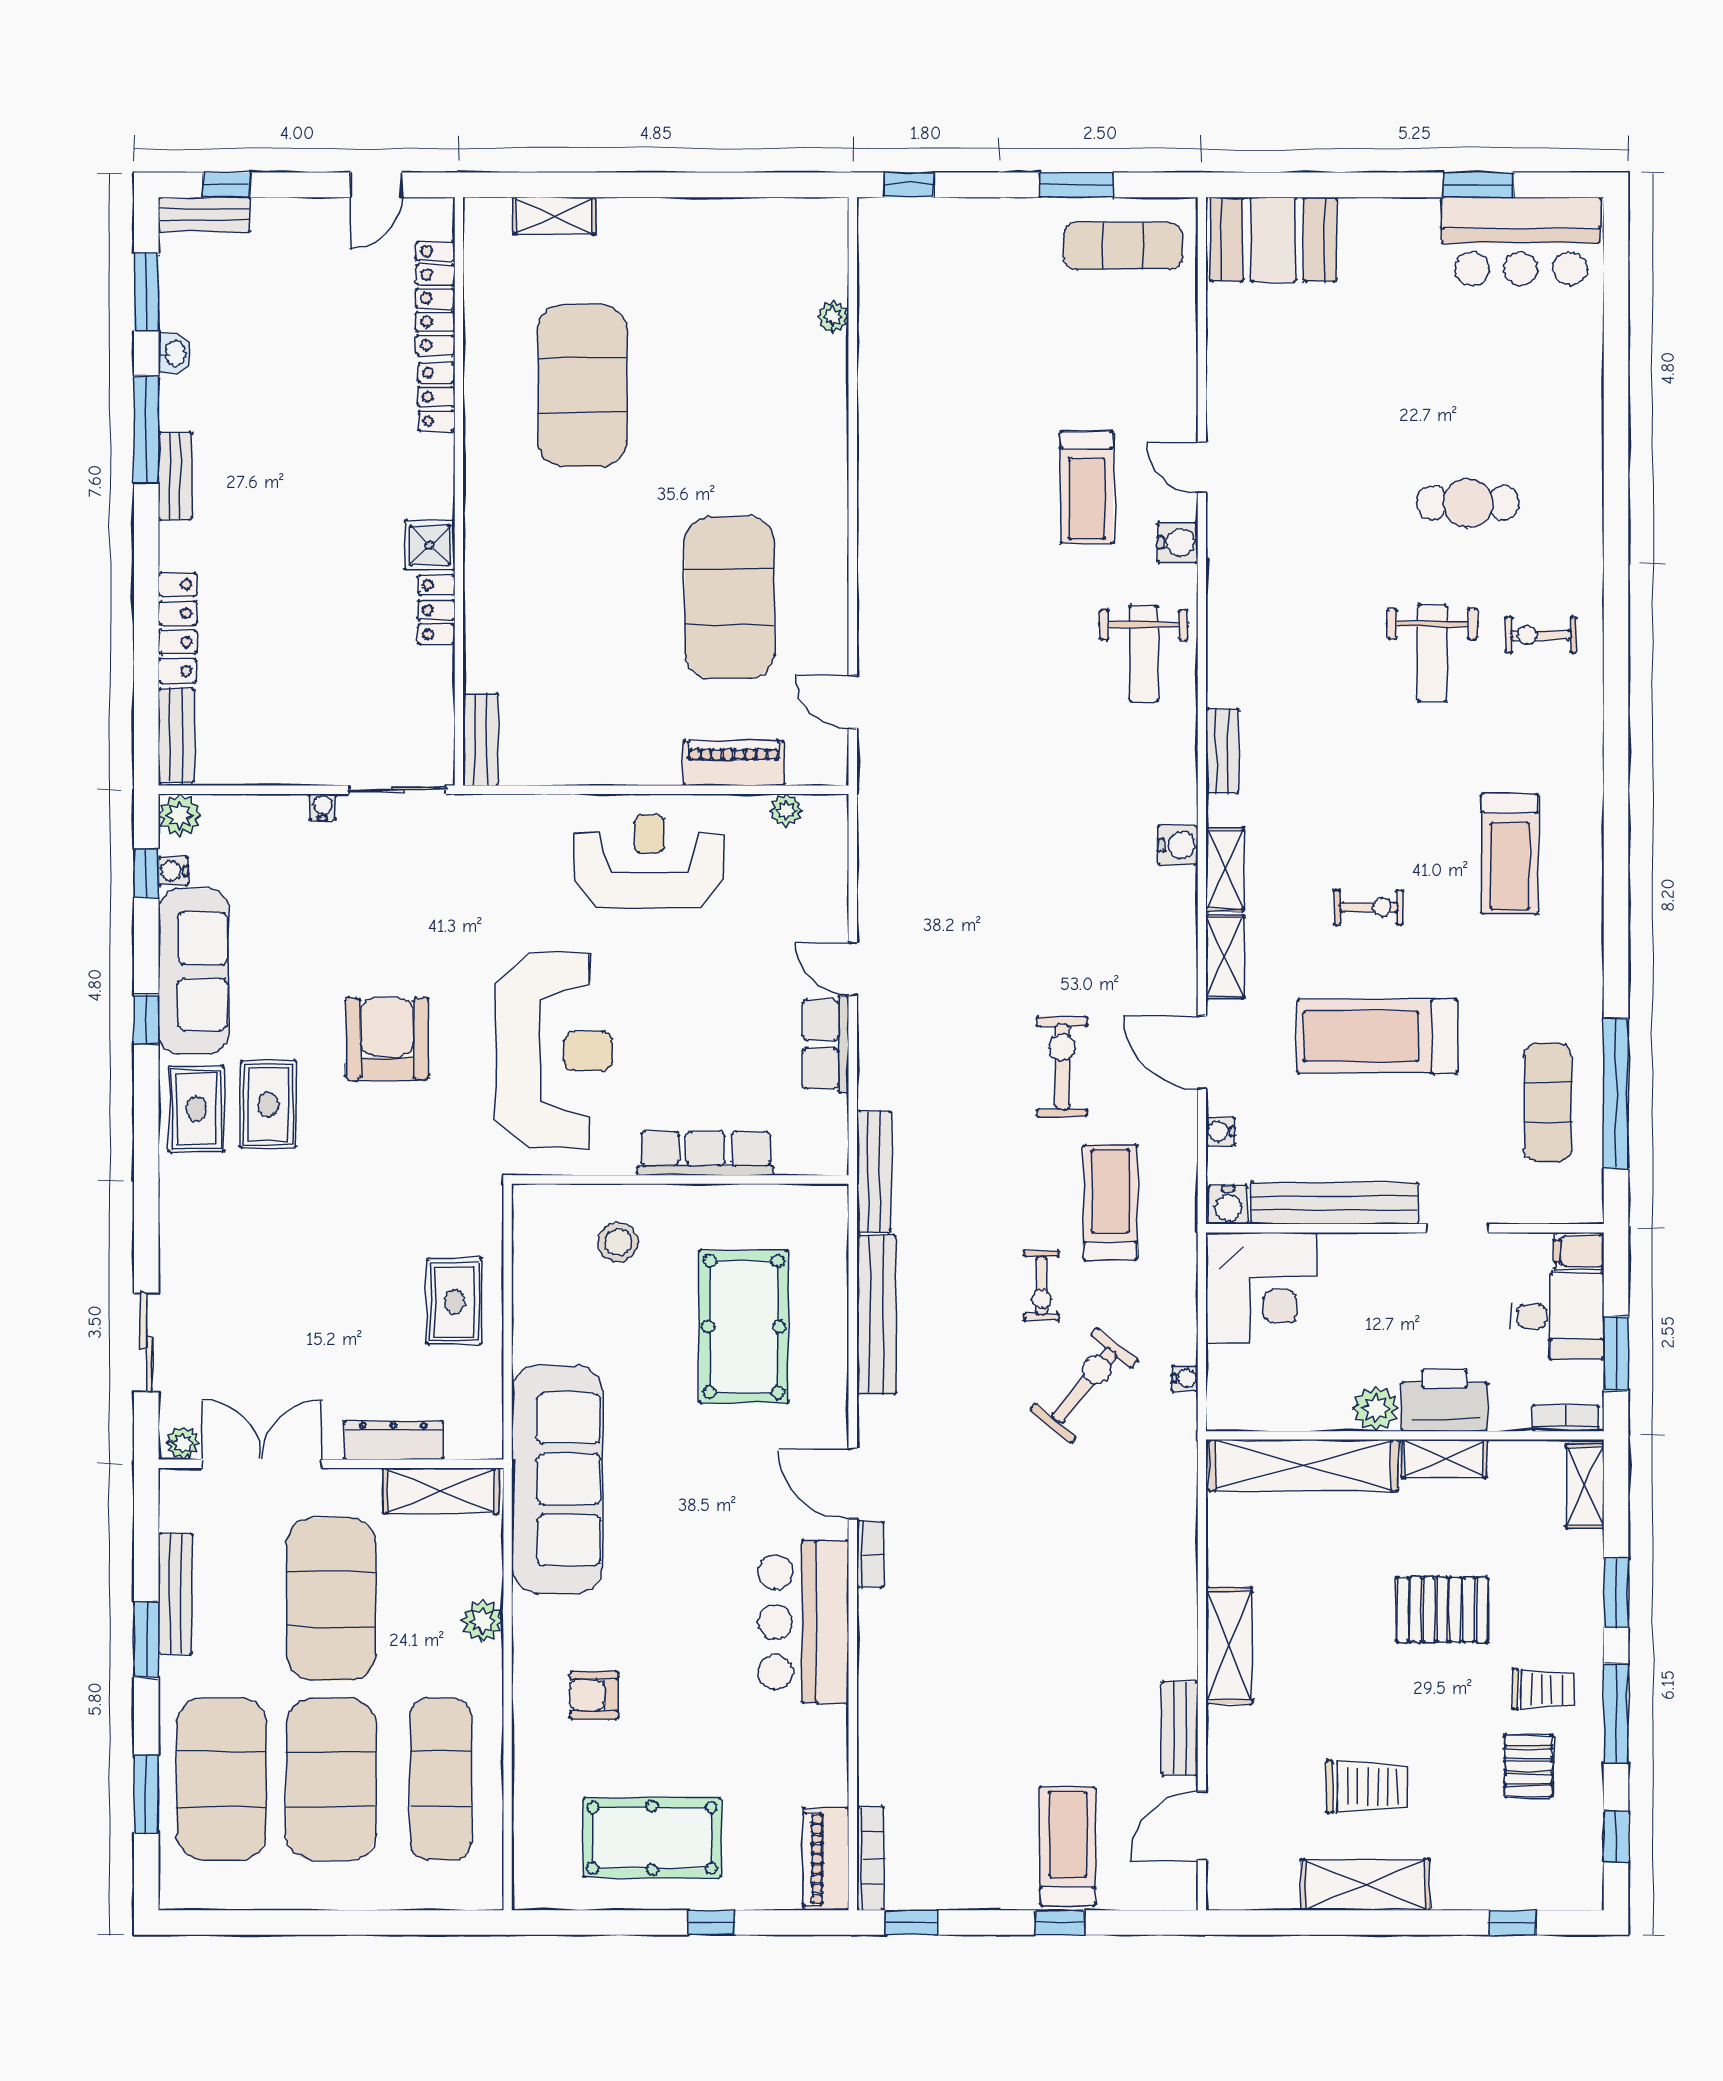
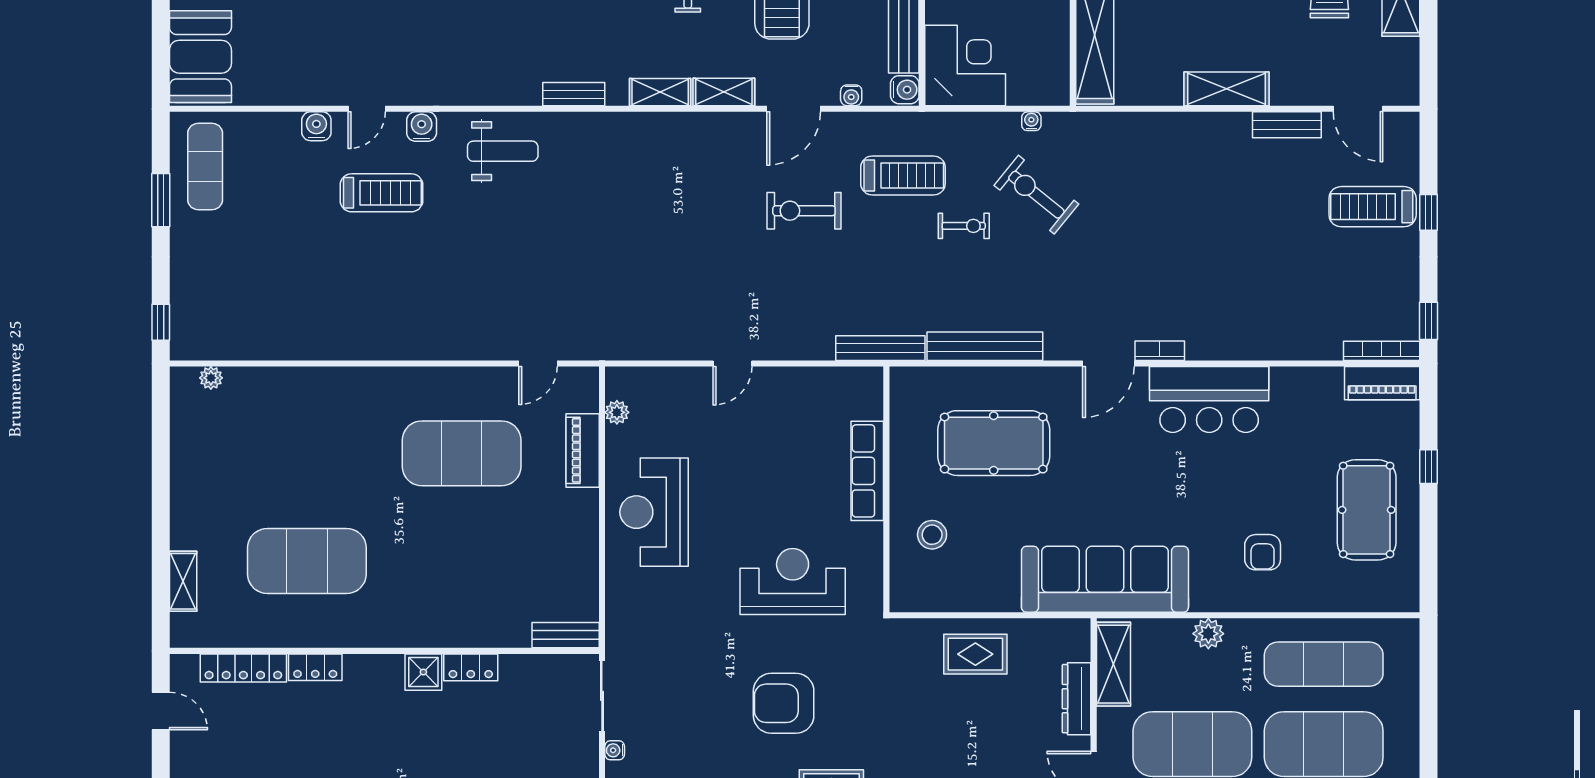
plant: (833, 317) -> (211, 378), moved
water cooler: (1178, 845) -> (316, 126), moved
row of seats: (825, 1044) -> (788, 383), removed
reception desk: (554, 1051) -> (793, 581), width x0.74, depth x0.77
treadmill: (1110, 1202) -> (903, 175), turned 180

